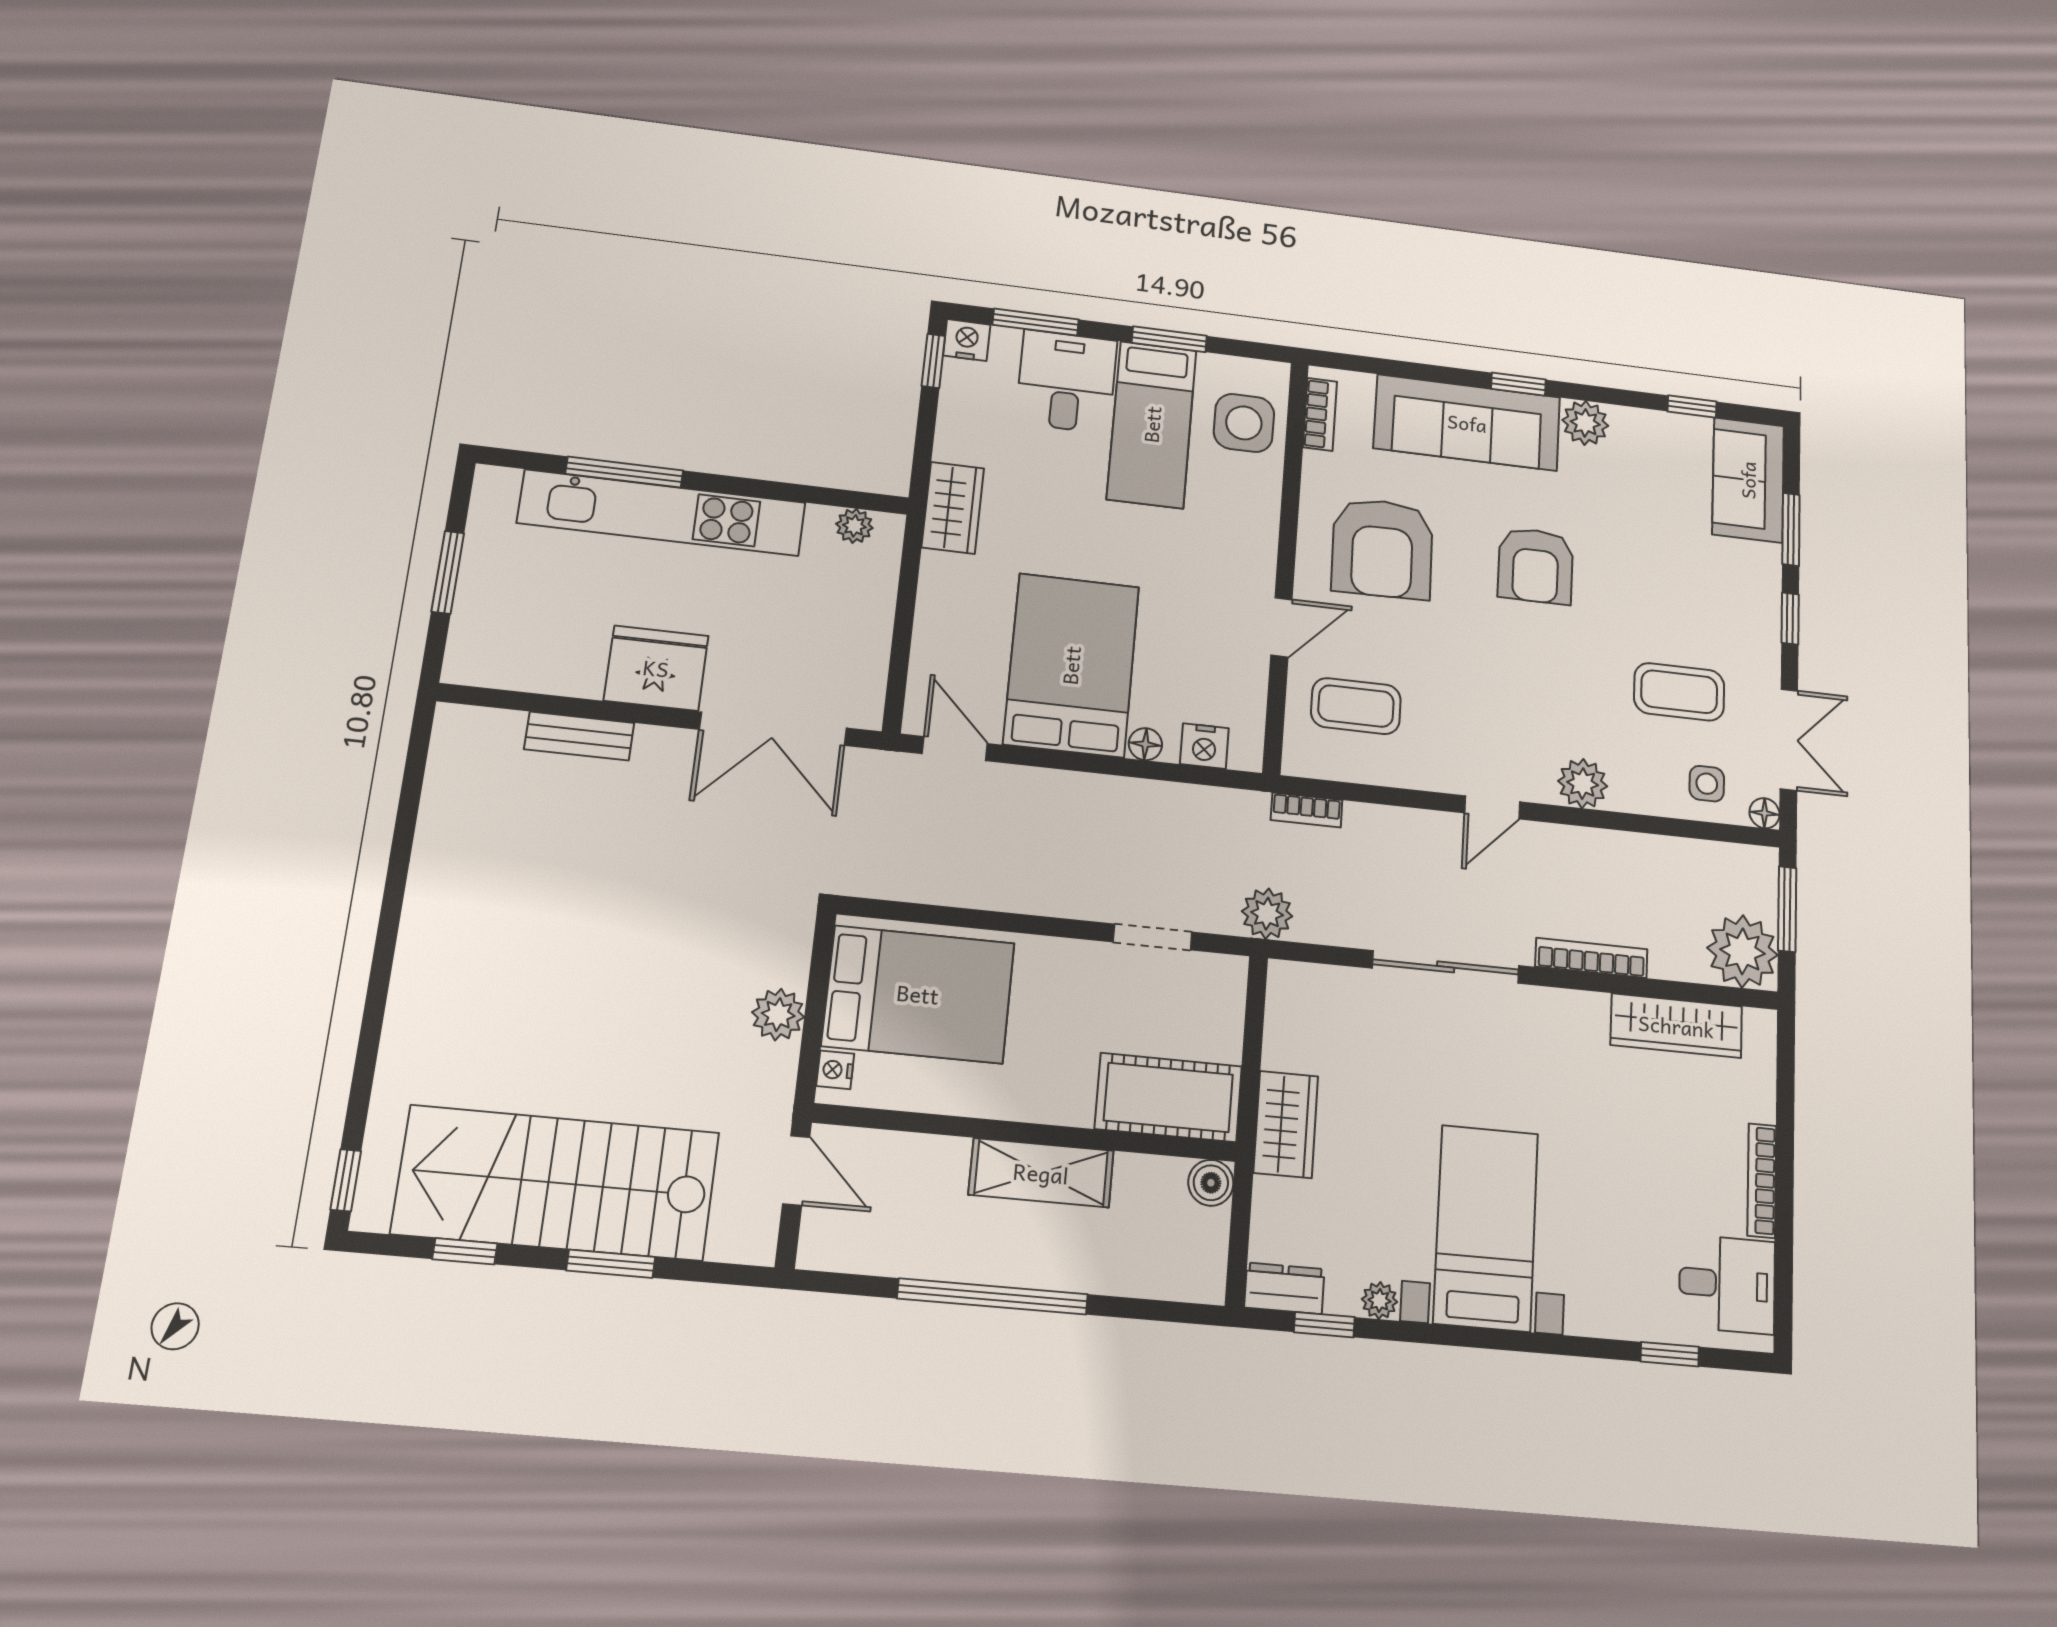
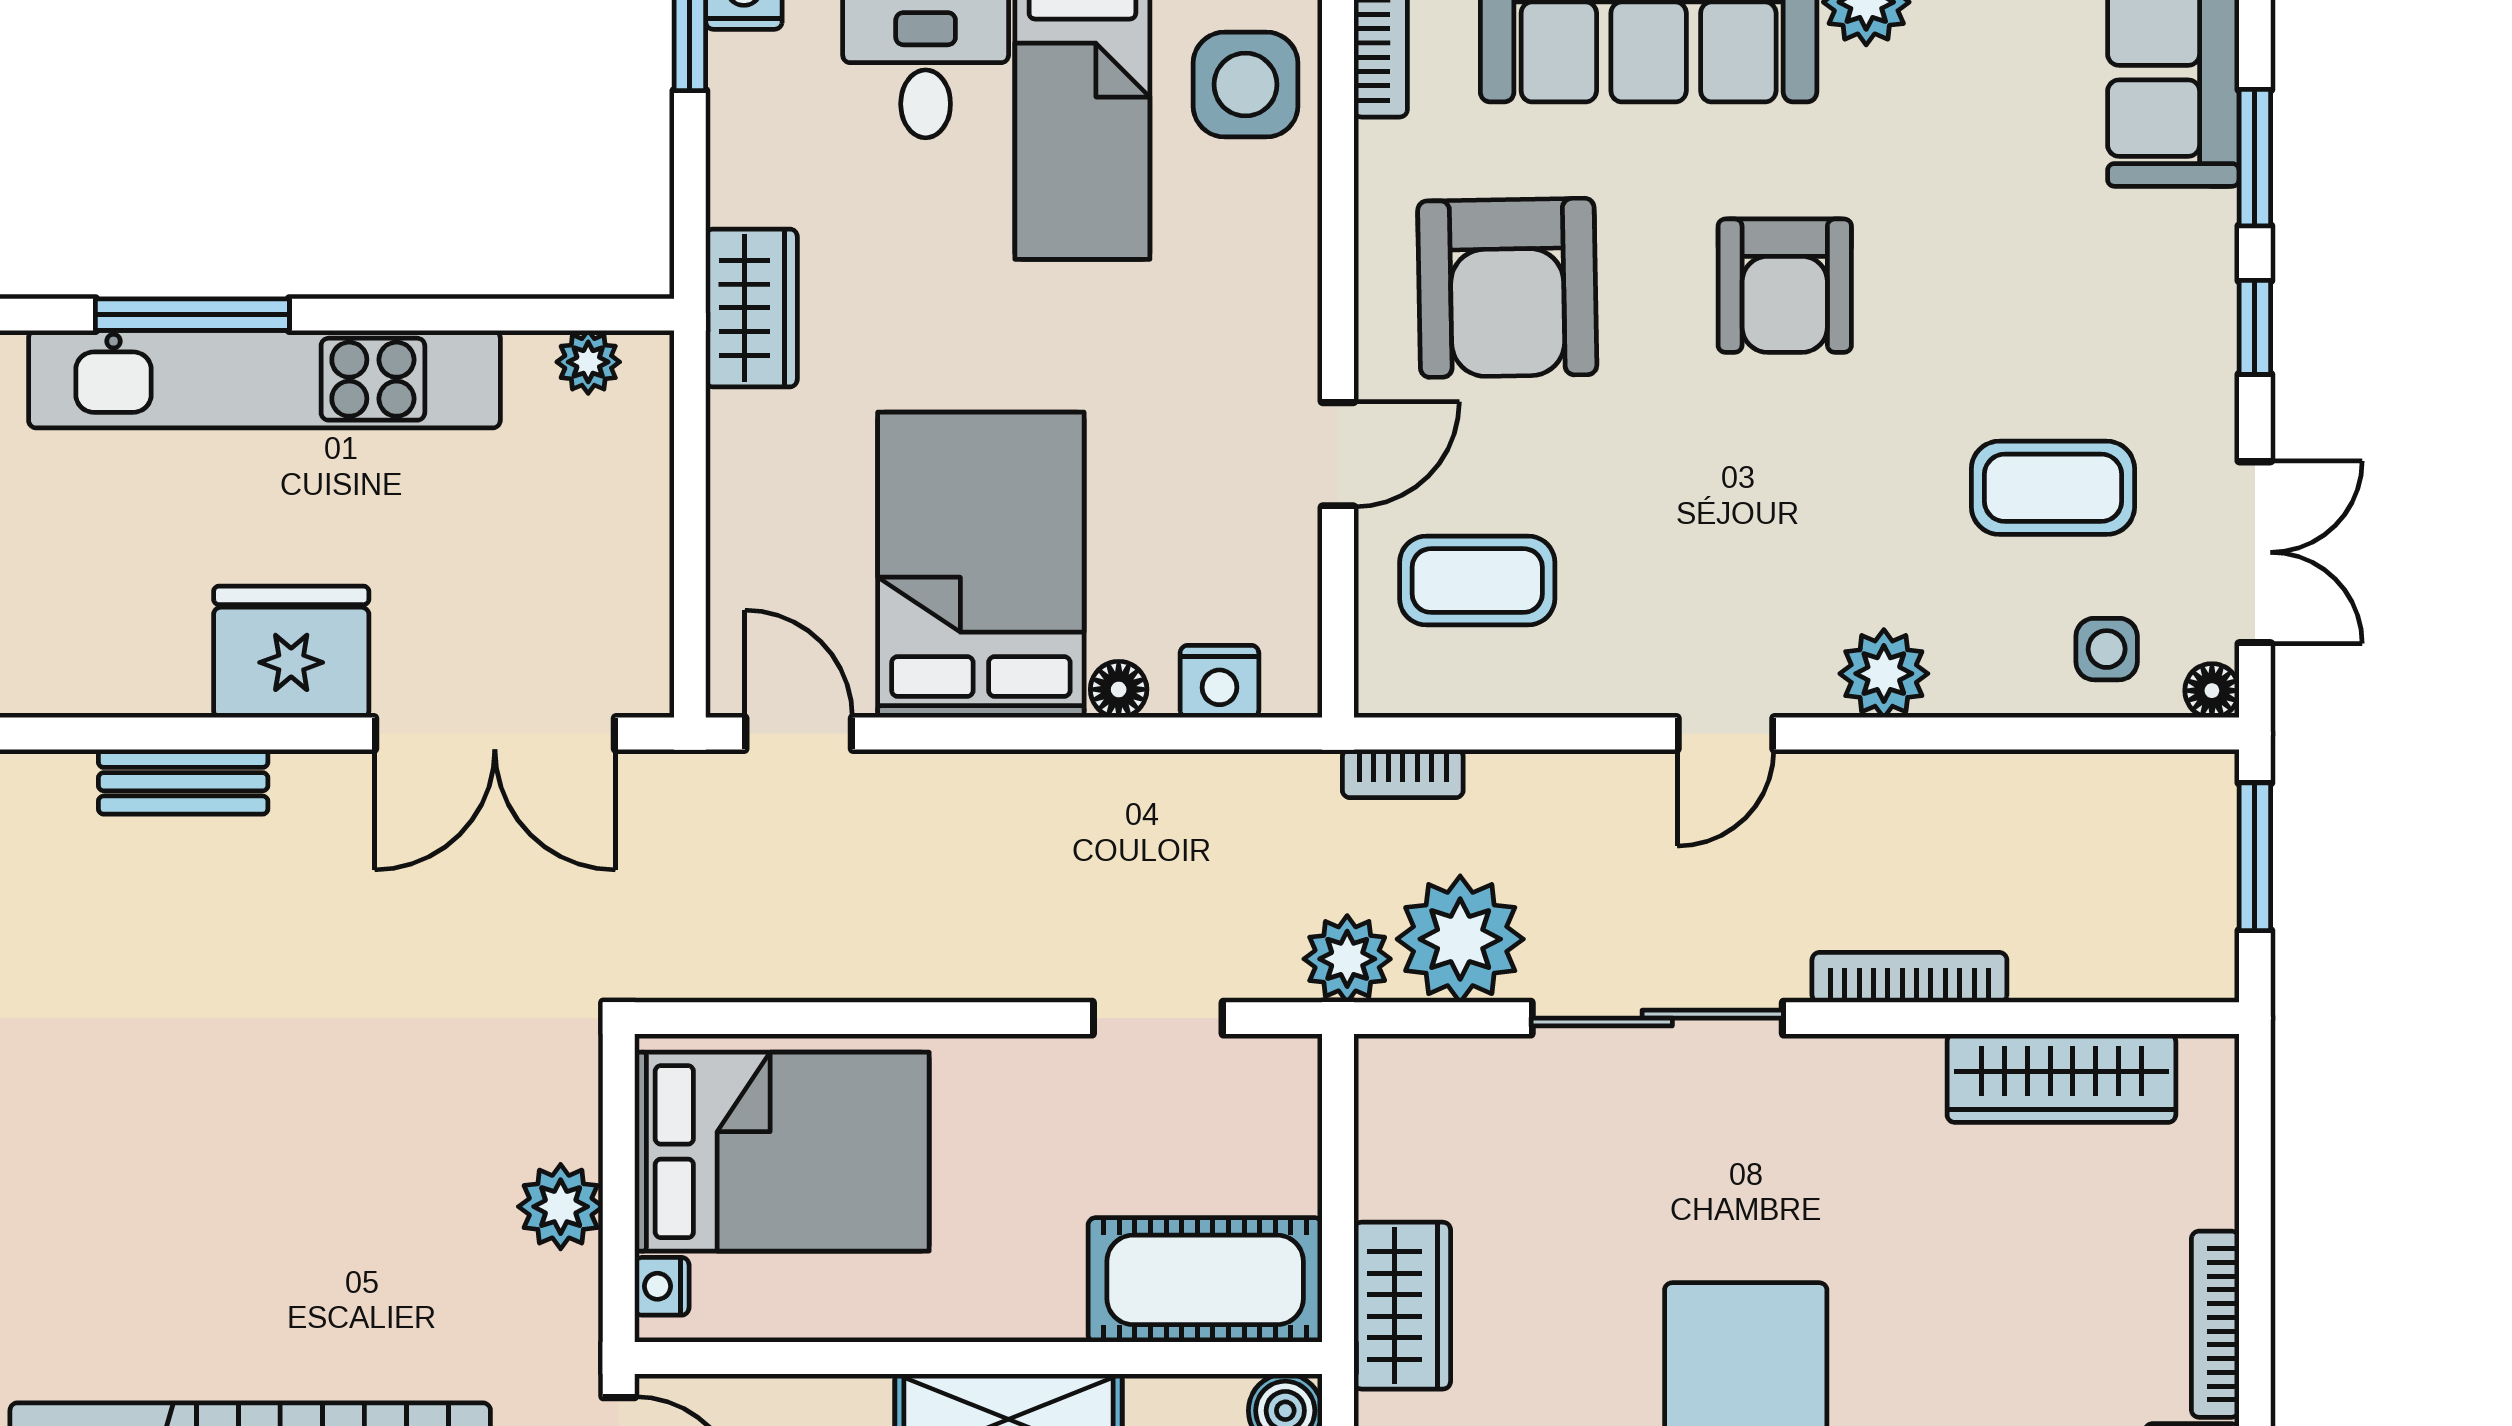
plant: (1742, 951) -> (1460, 939), moved

